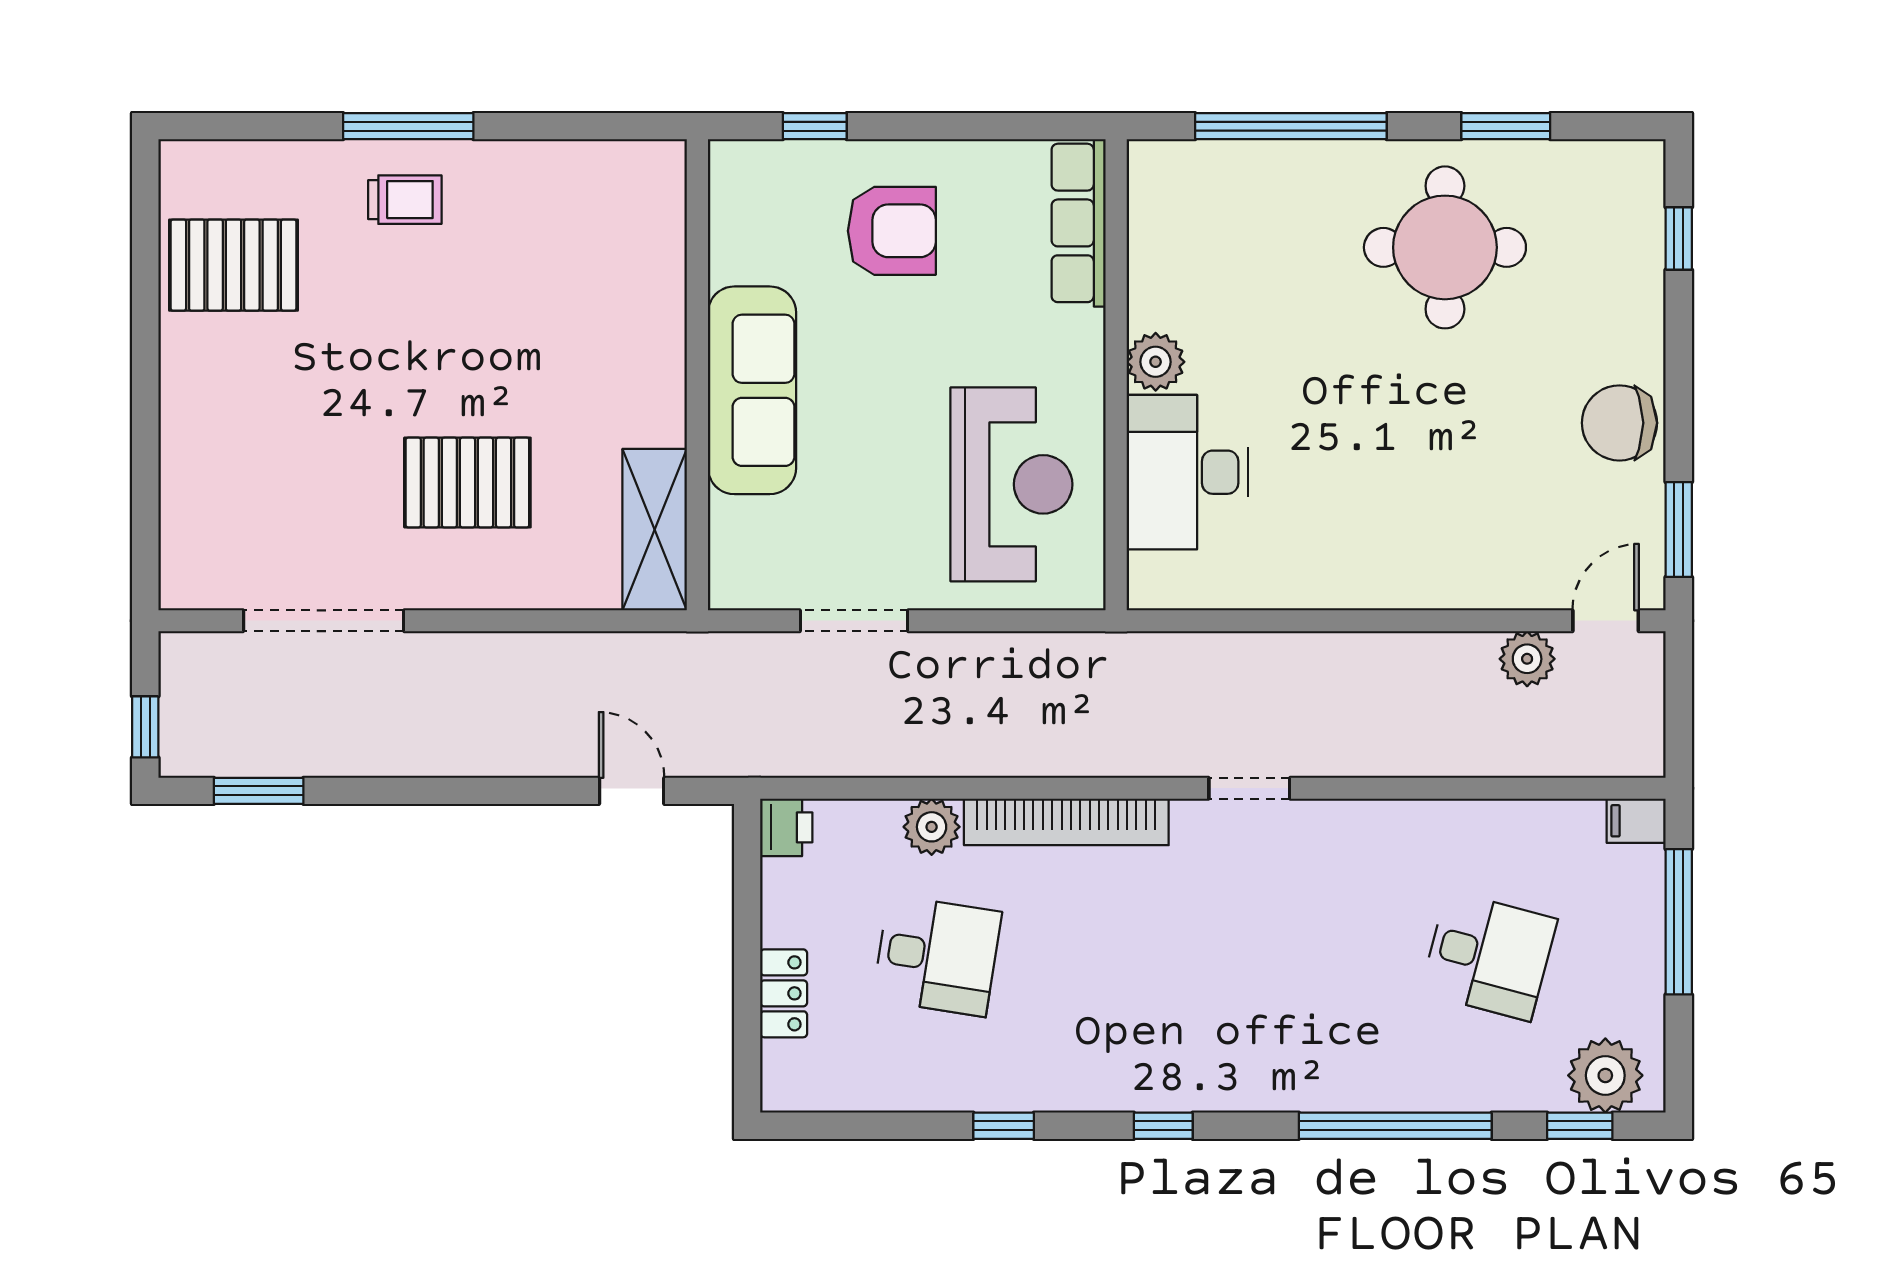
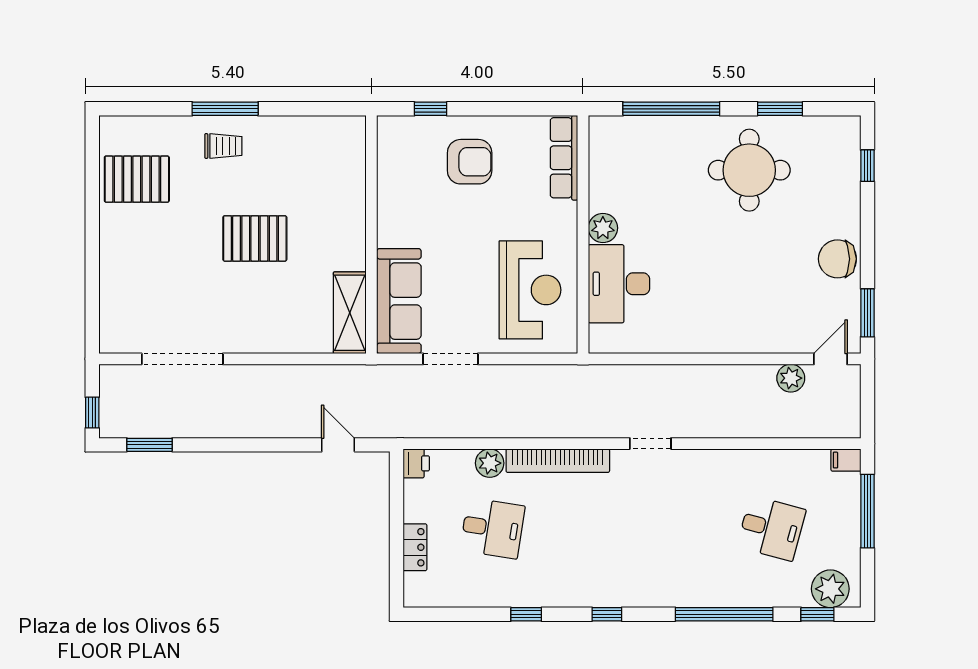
sofa: (752, 390) -> (399, 301), moved
pallet: (467, 483) -> (255, 238), moved

